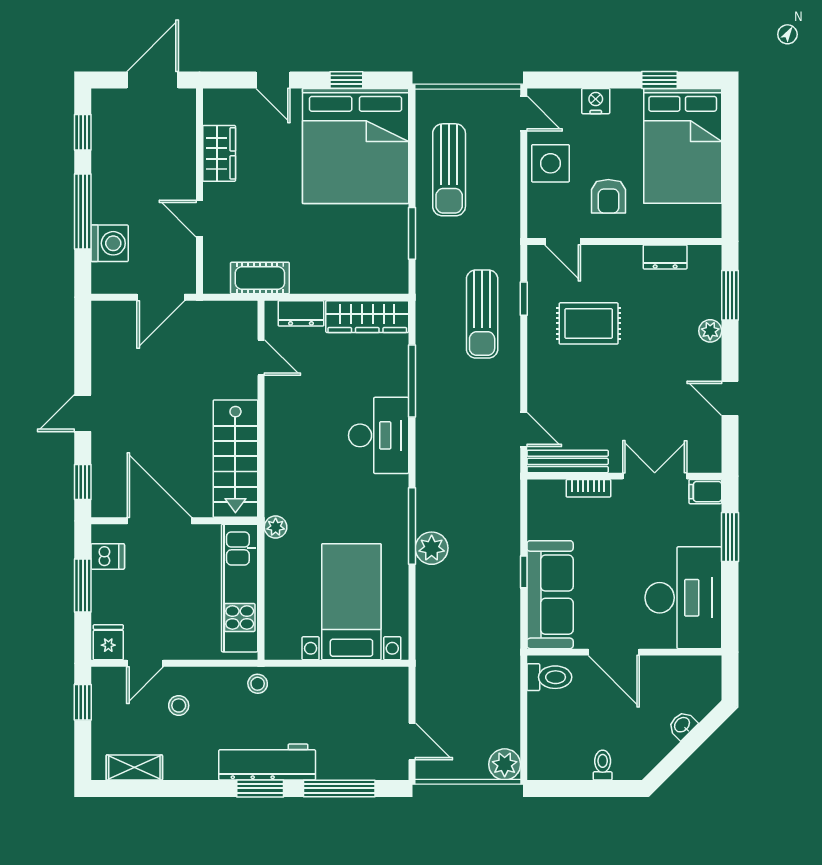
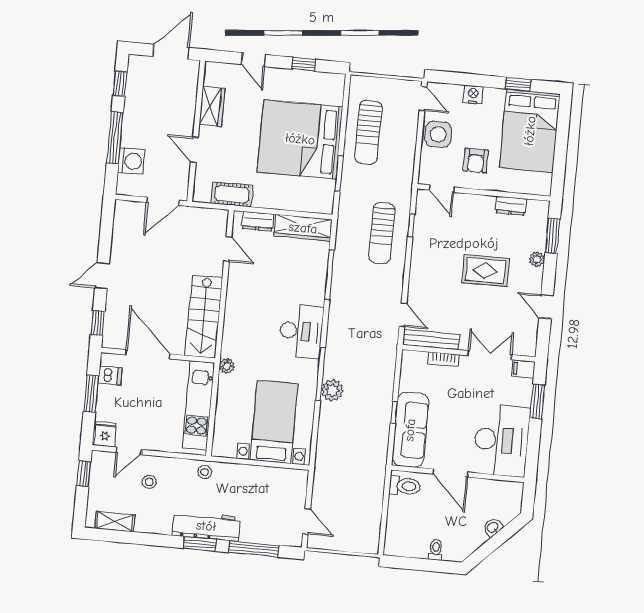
bed: (356, 146) -> (300, 139), moved, turned 90
rug: (589, 323) -> (486, 271), moved
desk: (379, 435) -> (301, 331), moved
plant: (505, 764) -> (369, 543), removed

